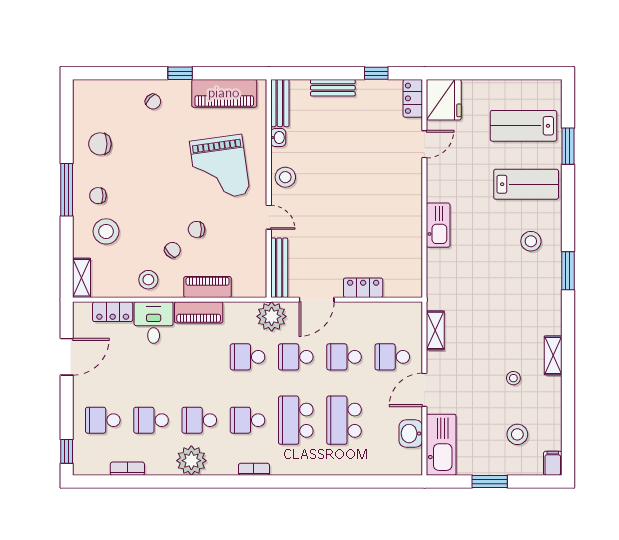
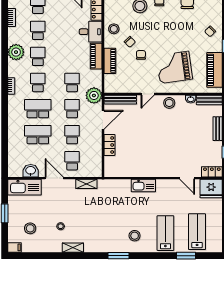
lab bench: (526, 184) -> (165, 233), turned 180
door: (317, 300) -> (103, 120), swing flipped

